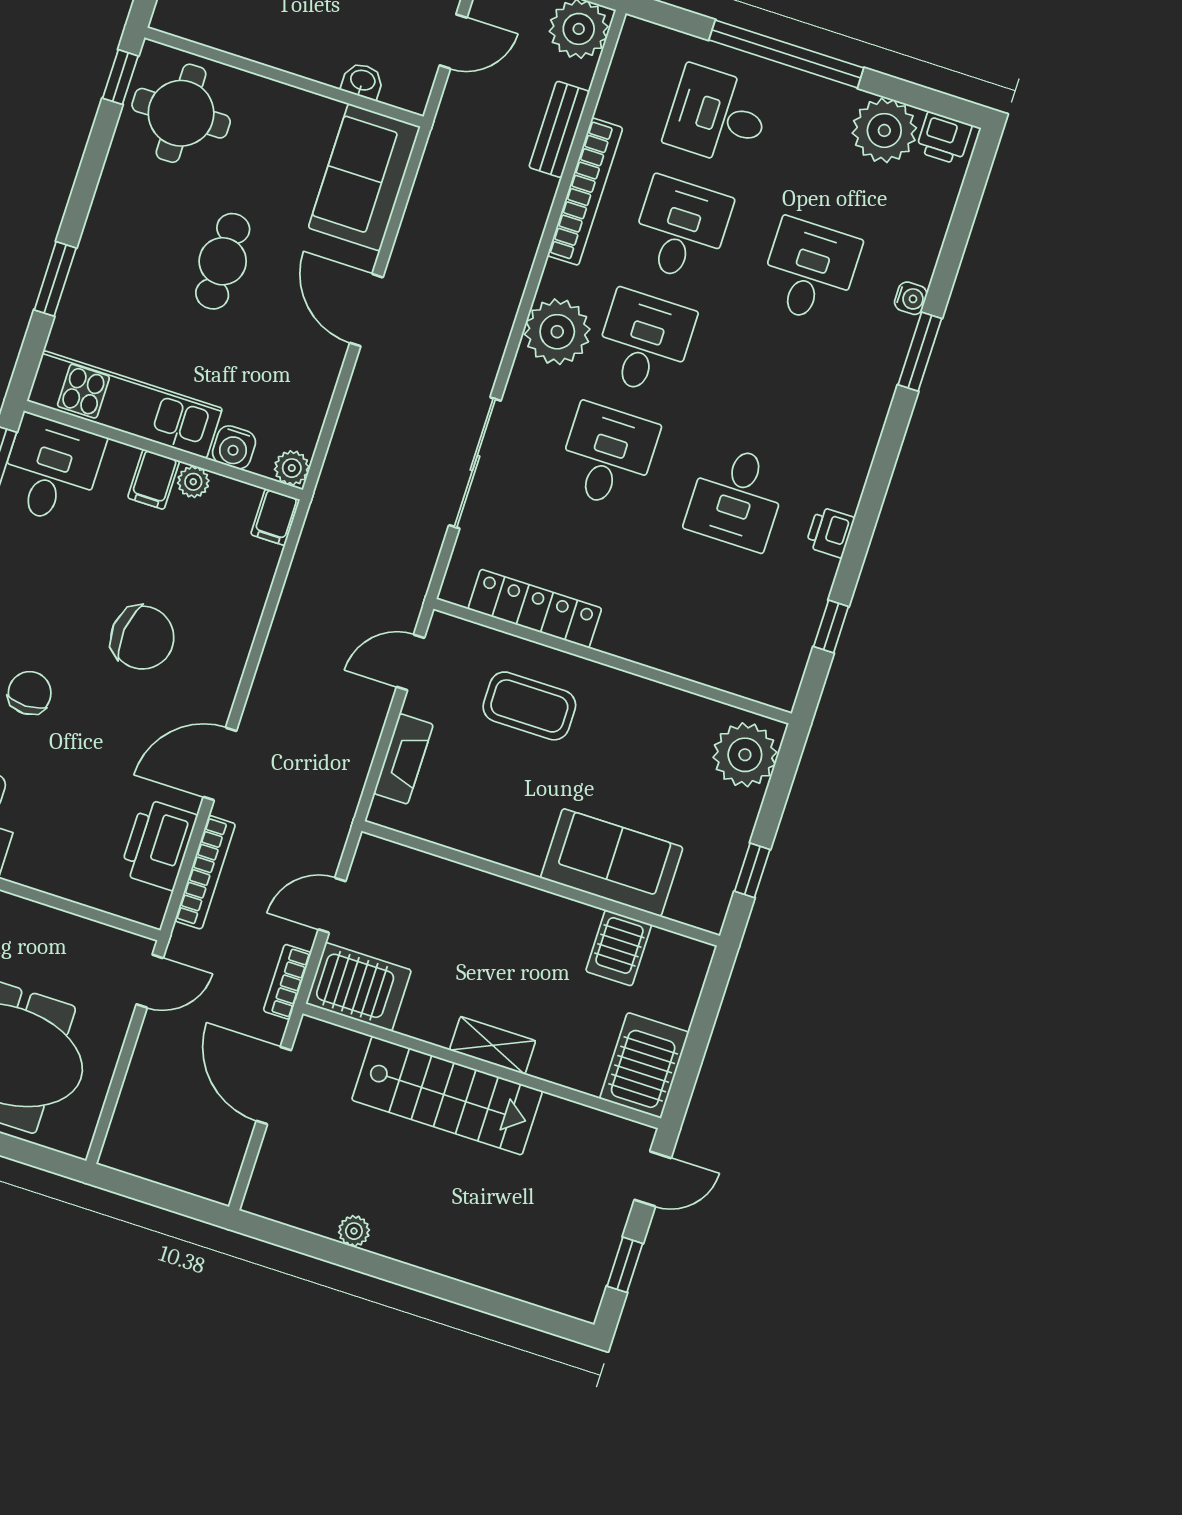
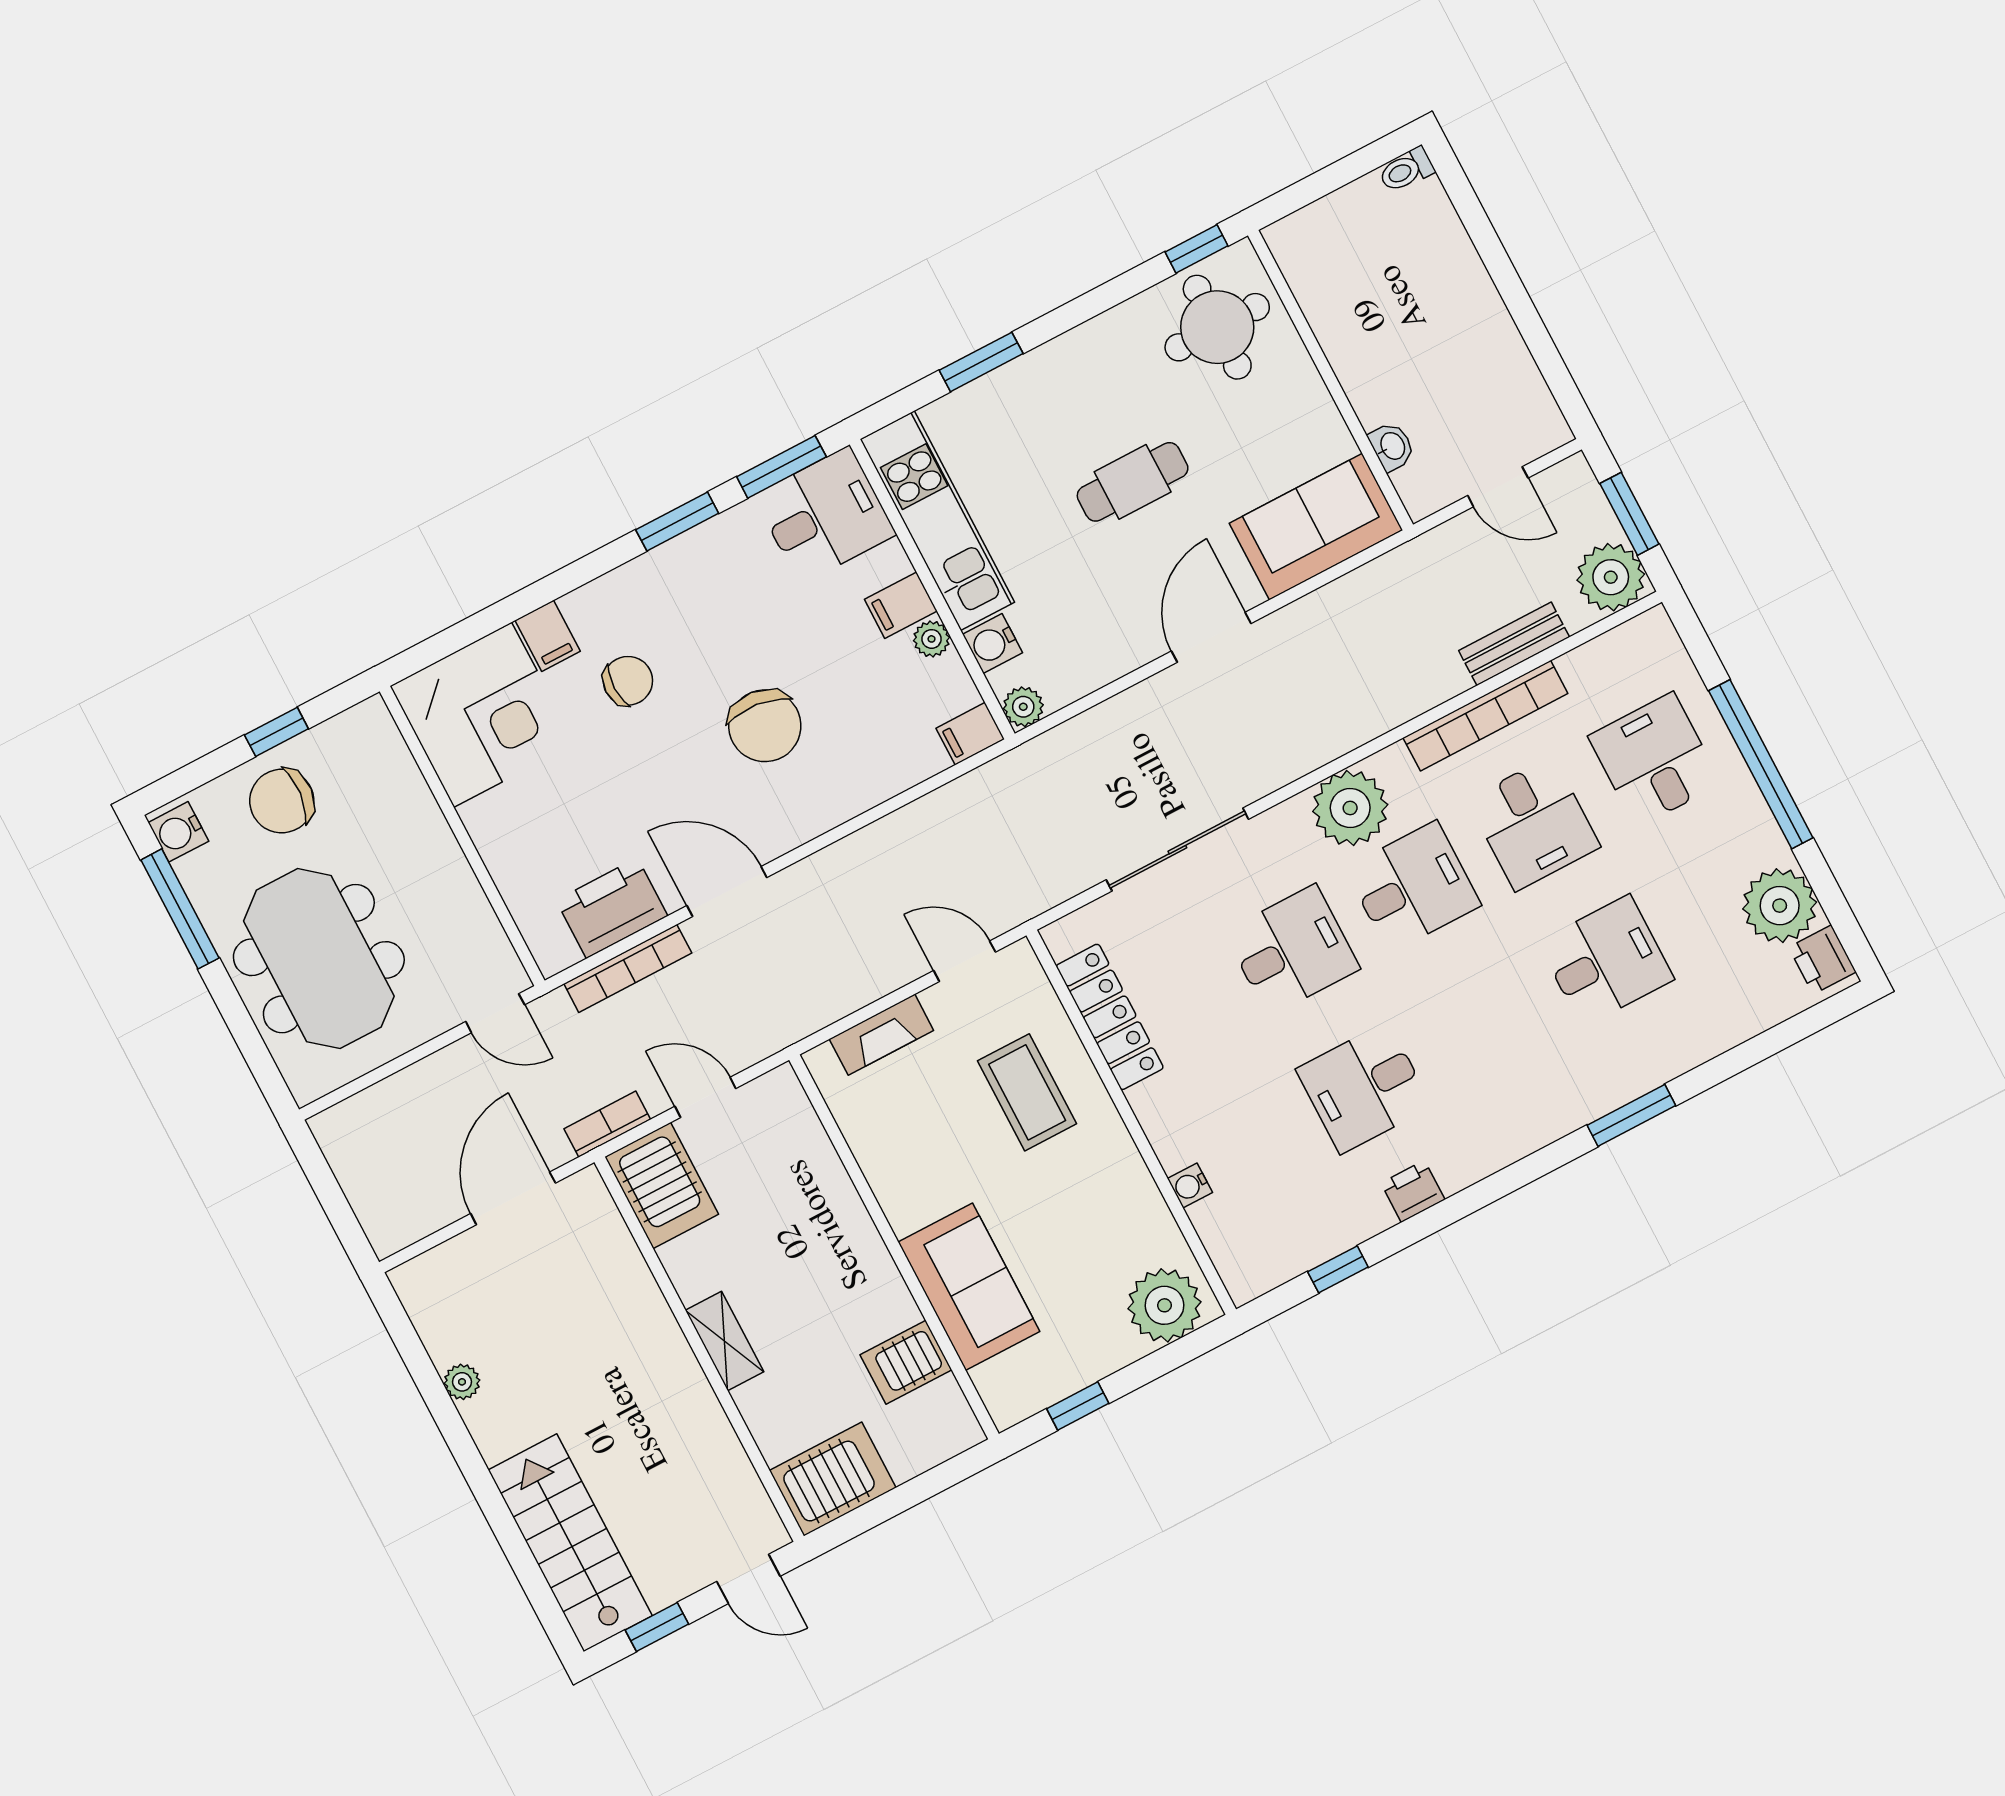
desk: (681, 229) -> (1534, 823), turned 90
water cooler: (911, 298) -> (1190, 1185), moved, turned 90
stairs: (447, 1096) -> (570, 1543), moved, turned 180

